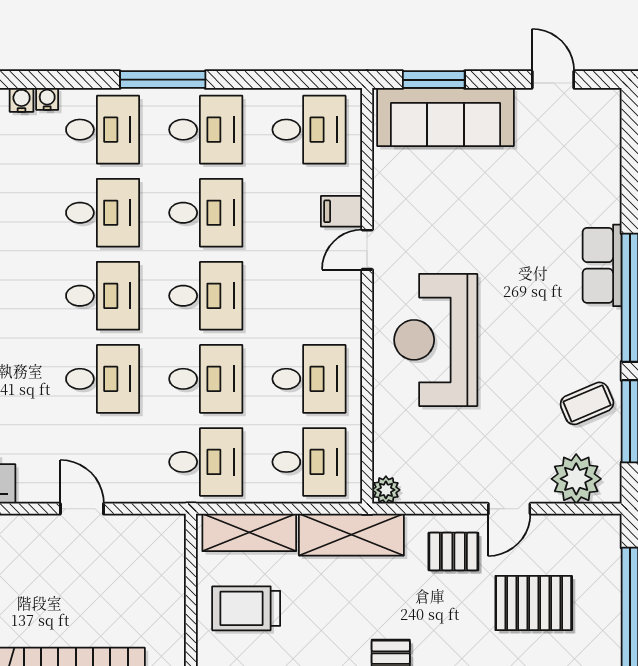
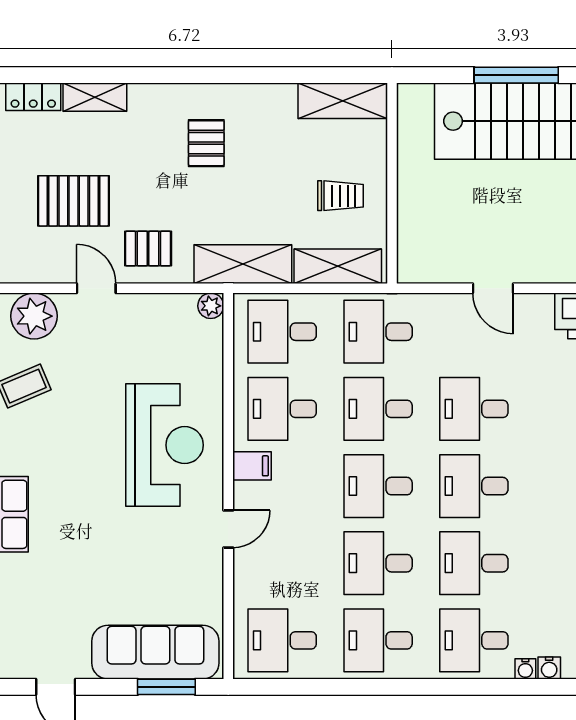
window: (163, 80) -> (418, 687), removed
filing cabinet: (342, 211) -> (252, 466), moved
door: (509, 509) -> (96, 288), hinge flipped
trolley: (246, 608) -> (341, 196), width x0.73, depth x0.72

